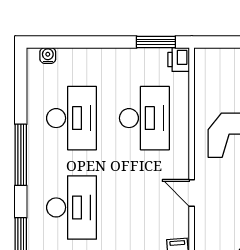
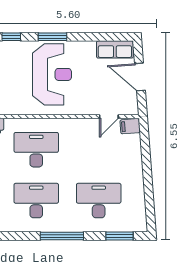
door: (192, 193) -> (109, 117), moved

